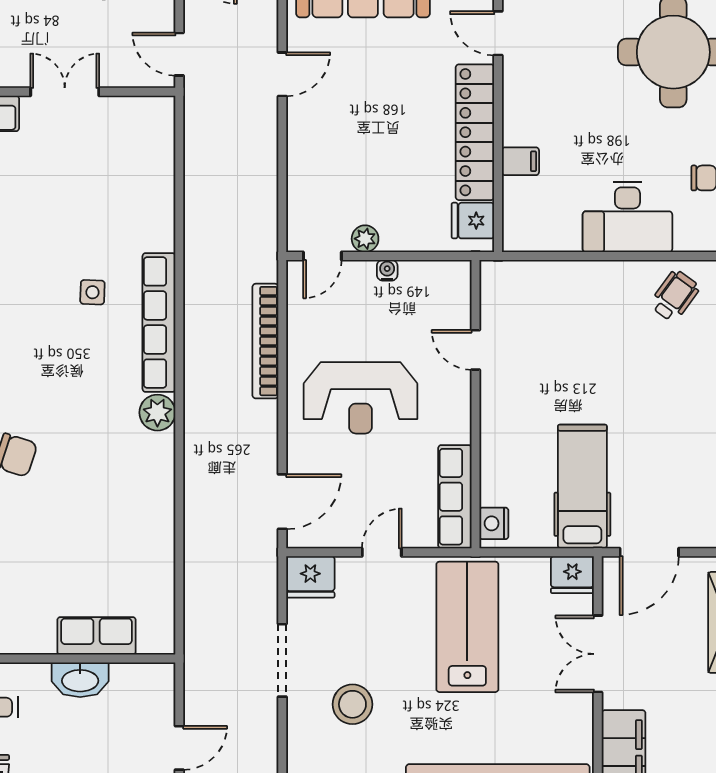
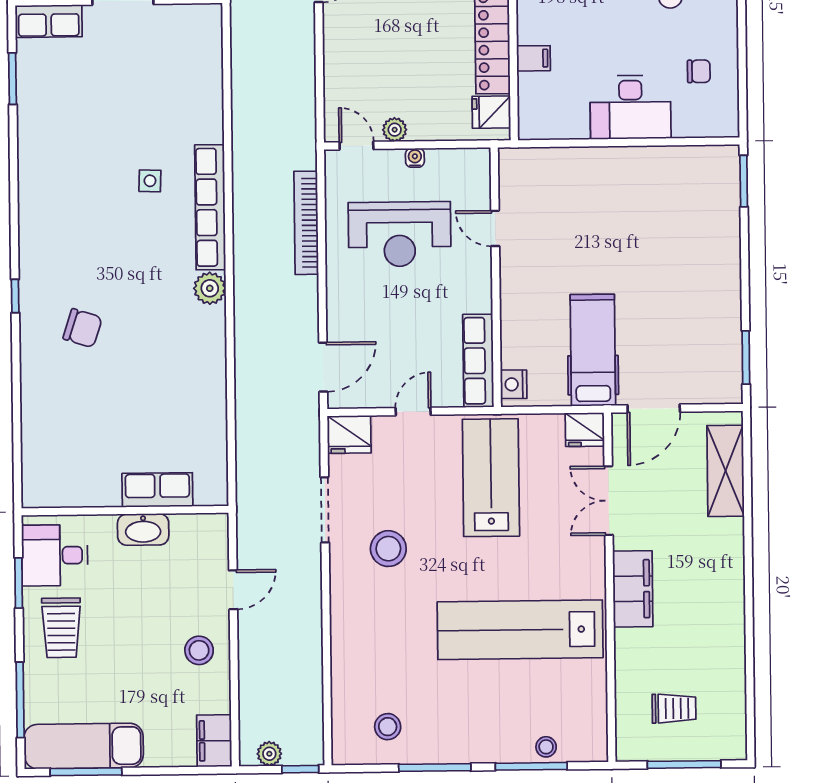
door: (322, 256) -> (356, 146), swing flipped
wheelchair: (675, 296) -> (674, 178), removed
reception desk: (361, 398) -> (400, 234), moved

